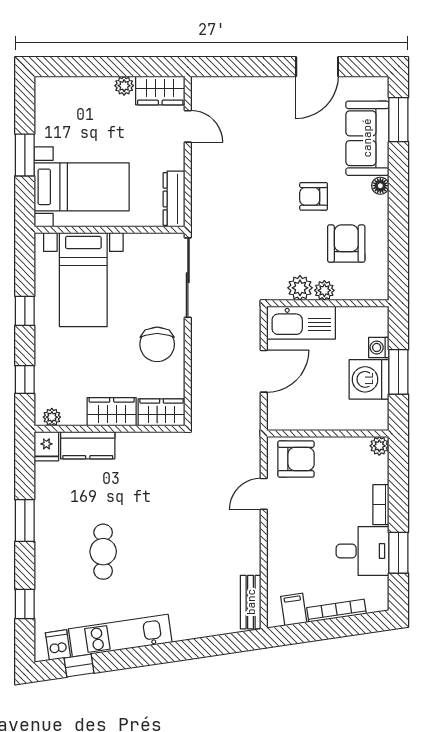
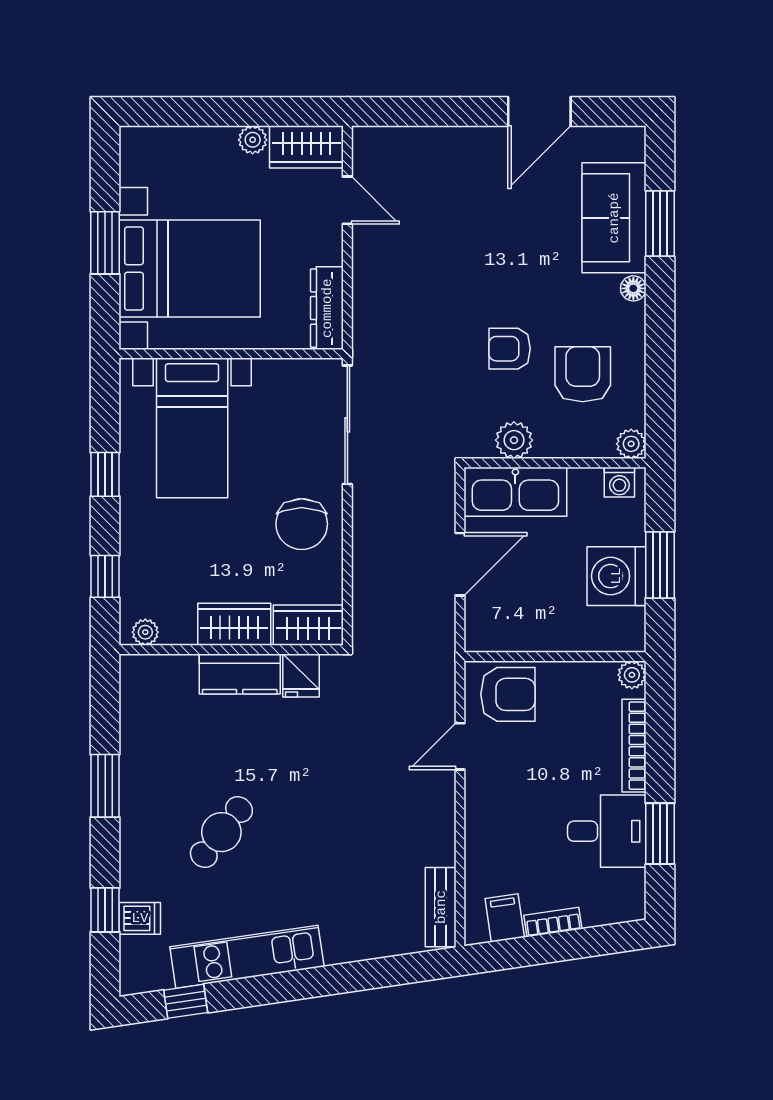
window: (398, 120) -> (660, 223), moved
bed with nightstands: (82, 187) -> (190, 269), width x1.36
armchair: (314, 196) -> (510, 349), moved
plant: (324, 290) -> (631, 444), moved
washing machine: (379, 347) -> (619, 482), moved, turned -90
kitchen counter: (88, 445) -> (240, 674), moved
fridge: (46, 446) -> (301, 675), moved
bookcase: (381, 505) -> (634, 746), width x1.56
cafe table: (103, 552) -> (221, 832), turned 38
bookcase: (337, 611) -> (553, 922), width x0.64
dishwasher: (58, 645) -> (140, 918), moved, turned 98

